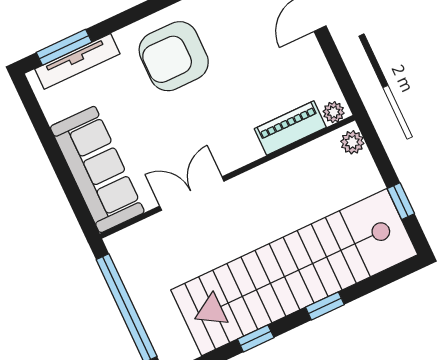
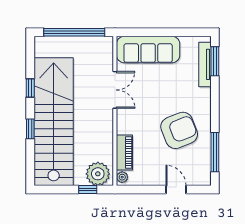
armchair: (174, 56) -> (179, 130), moved, turned 68
plant: (352, 142) -> (98, 174), width x1.88, depth x1.88
window: (401, 201) -> (88, 189), moved

